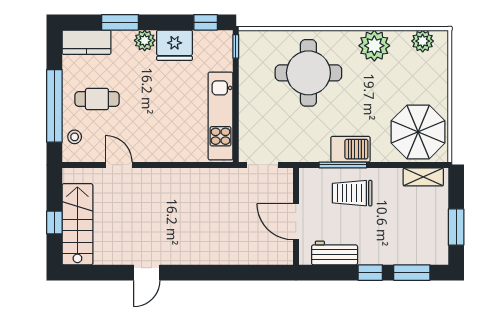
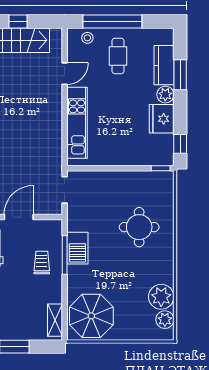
kitchen counter: (87, 42) -> (164, 65), moved
plant: (374, 46) -> (161, 297), moved
round table: (308, 73) -> (139, 227), width x0.73, depth x0.73
kitchen unit: (221, 116) -> (77, 123), moved, turned 90
barbecue: (350, 149) -> (77, 248), moved
trolley: (352, 193) -> (42, 263), width x0.73, depth x0.72

